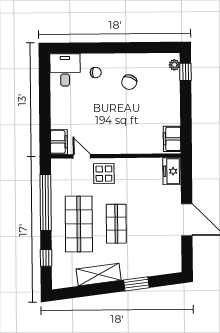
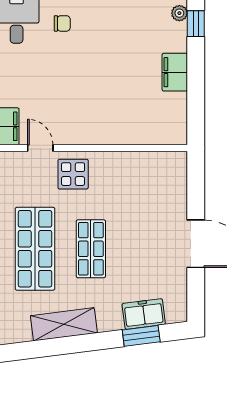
chair: (129, 82) -> (112, 38), removed
filing cabinet: (172, 139) -> (175, 72), moved
freezer: (172, 171) -> (144, 314), moved, turned 83
window: (136, 284) -> (141, 336), moved

